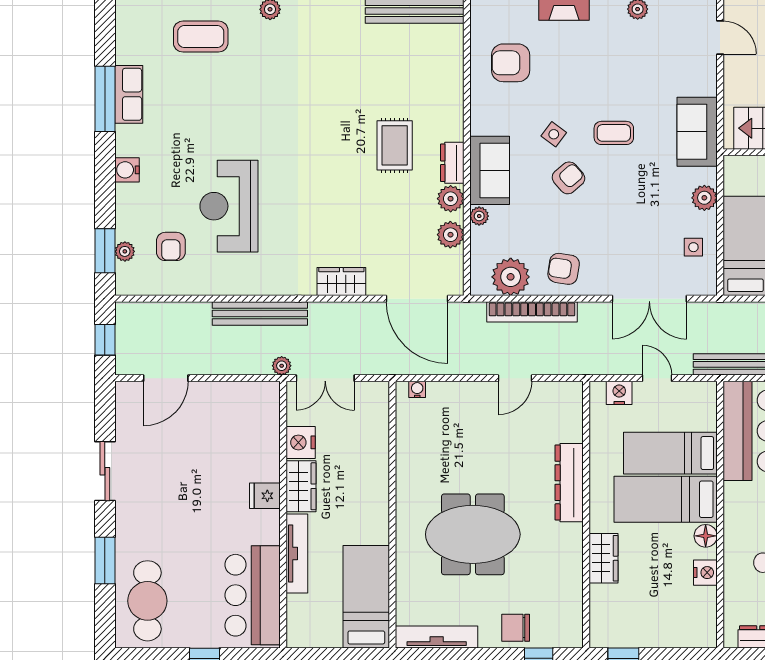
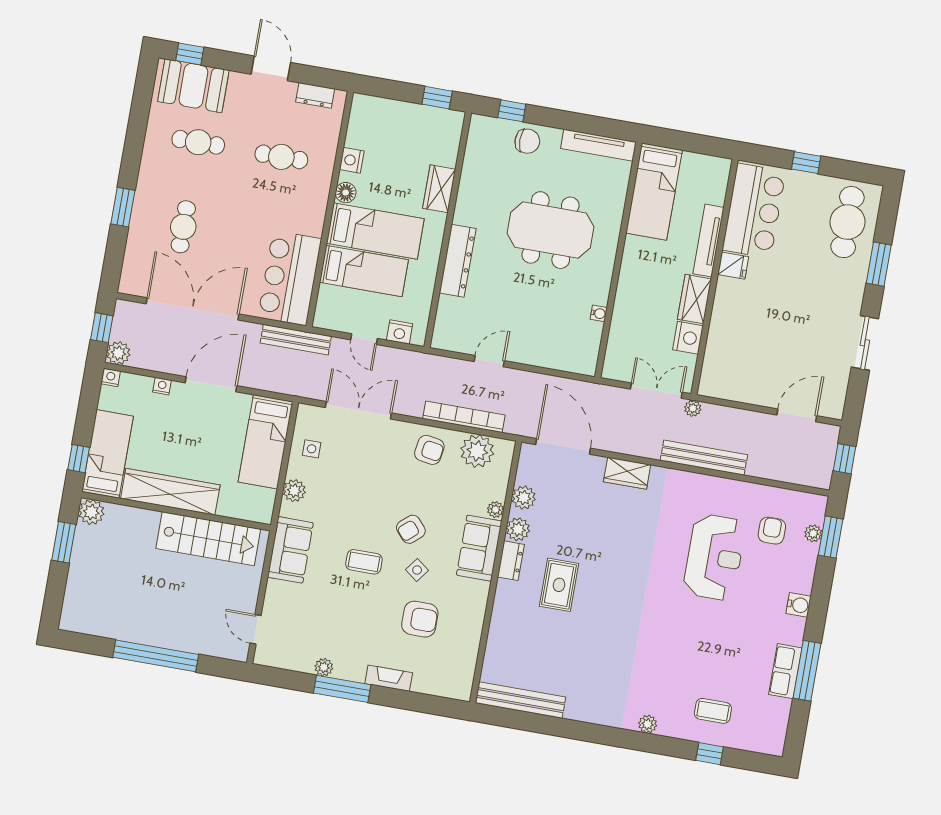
coffee table: (201, 37) -> (713, 711), width x0.73, depth x0.77
armchair: (511, 63) -> (420, 619), moved
water cooler: (417, 389) -> (599, 313), moved, turned -90
fridge: (265, 496) -> (733, 266), moved

